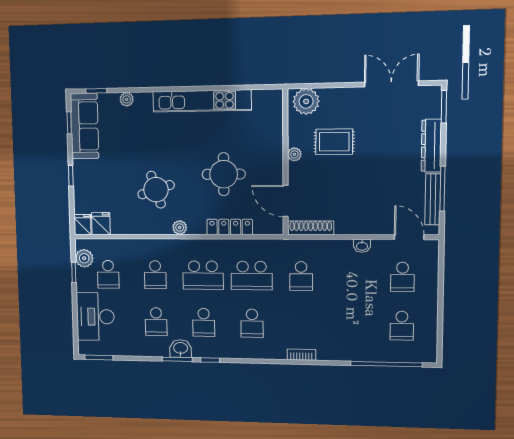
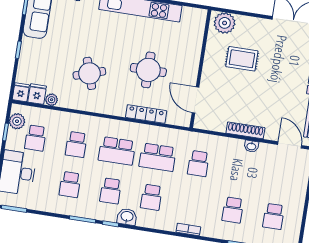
plant: (294, 154) -> (209, 63), removed
plant: (180, 227) -> (52, 100), moved
shoe rack: (311, 228) -> (245, 130), moved
school desk: (402, 277) -> (233, 210), moved
washbasin: (181, 348) -> (127, 217), moved

